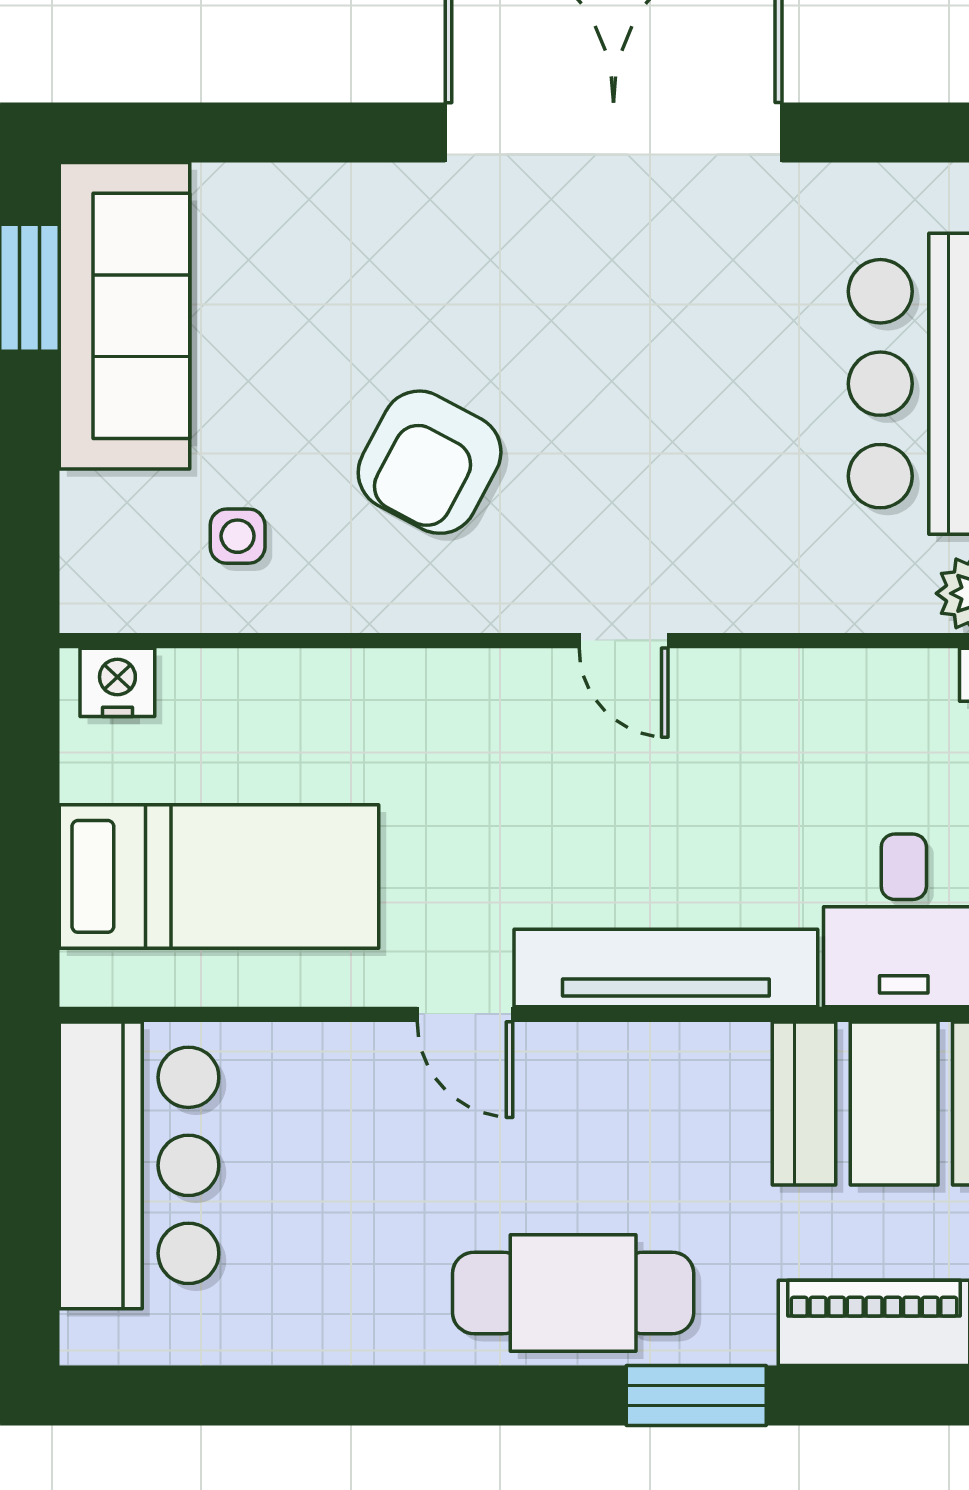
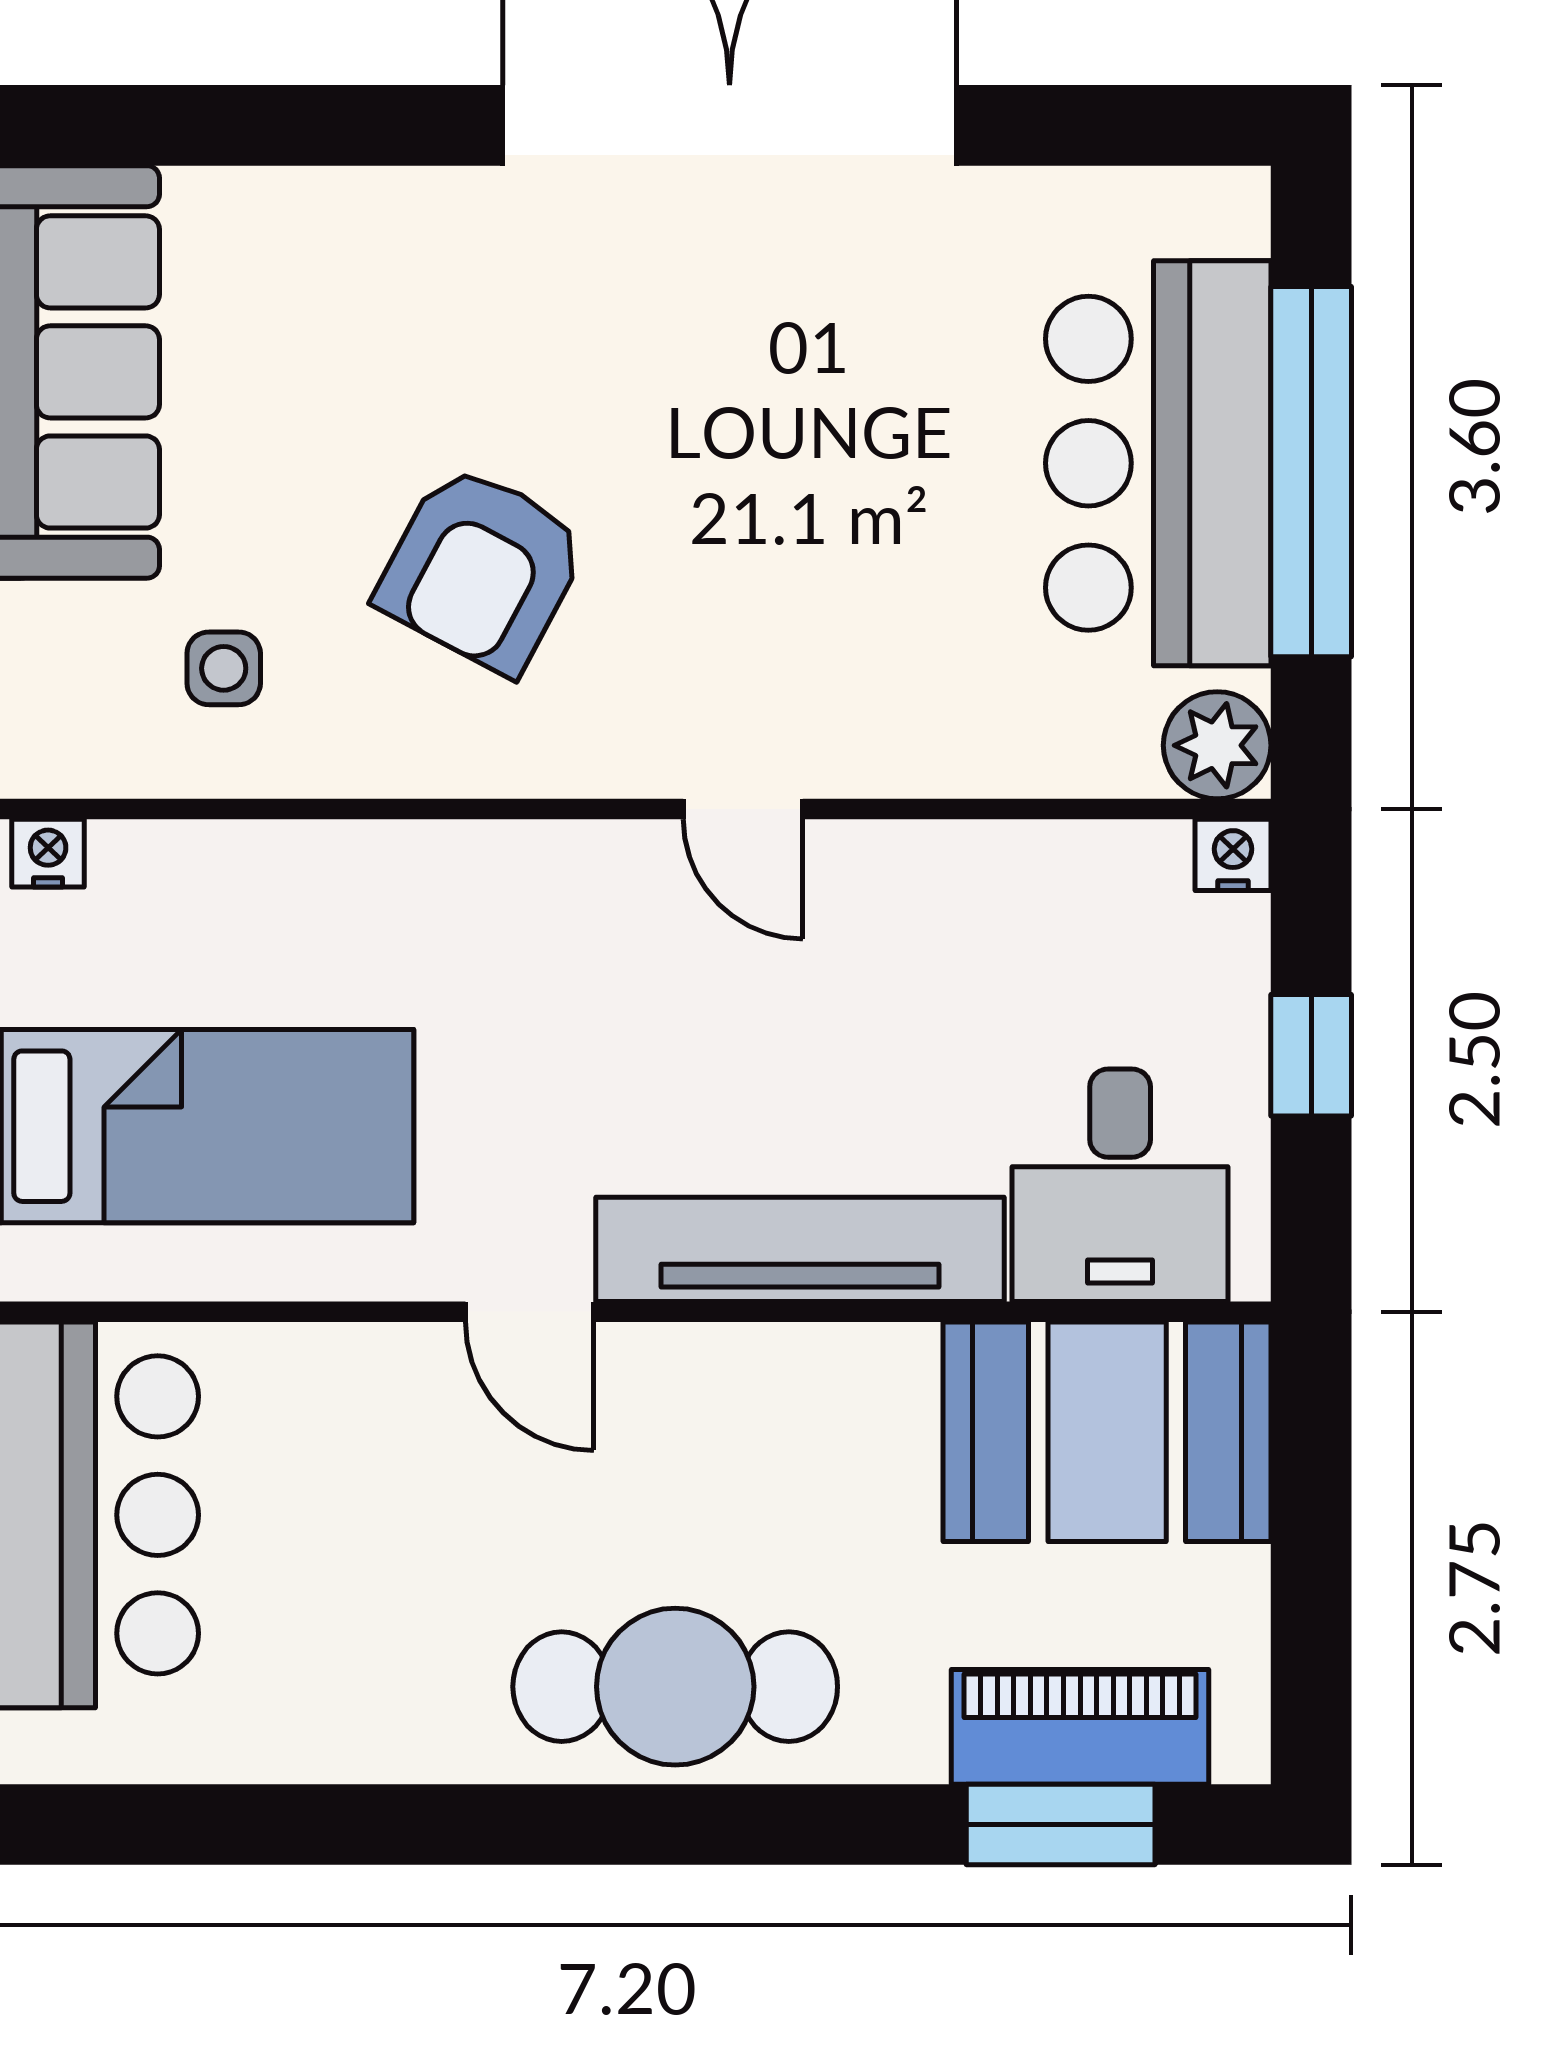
nightstand: (117, 682) -> (48, 853), width x0.72, depth x0.74
window: (696, 1396) -> (1061, 1825), moved

